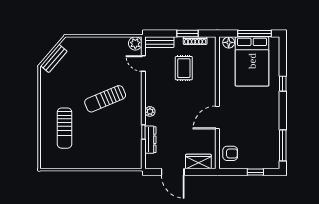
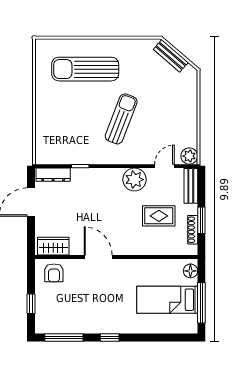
bed: (252, 61) -> (167, 300), width x0.67
window: (283, 84) -> (110, 338), moved
sun lounger: (105, 99) -> (121, 119), turned 44
plant: (150, 111) -> (135, 180), moved, width x1.88, depth x1.88
sun lounger: (65, 128) -> (85, 69), width x1.36, depth x1.34
dresser: (150, 140) -> (53, 175), moved
wardrobe: (198, 162) -> (53, 246), moved, turned -90

